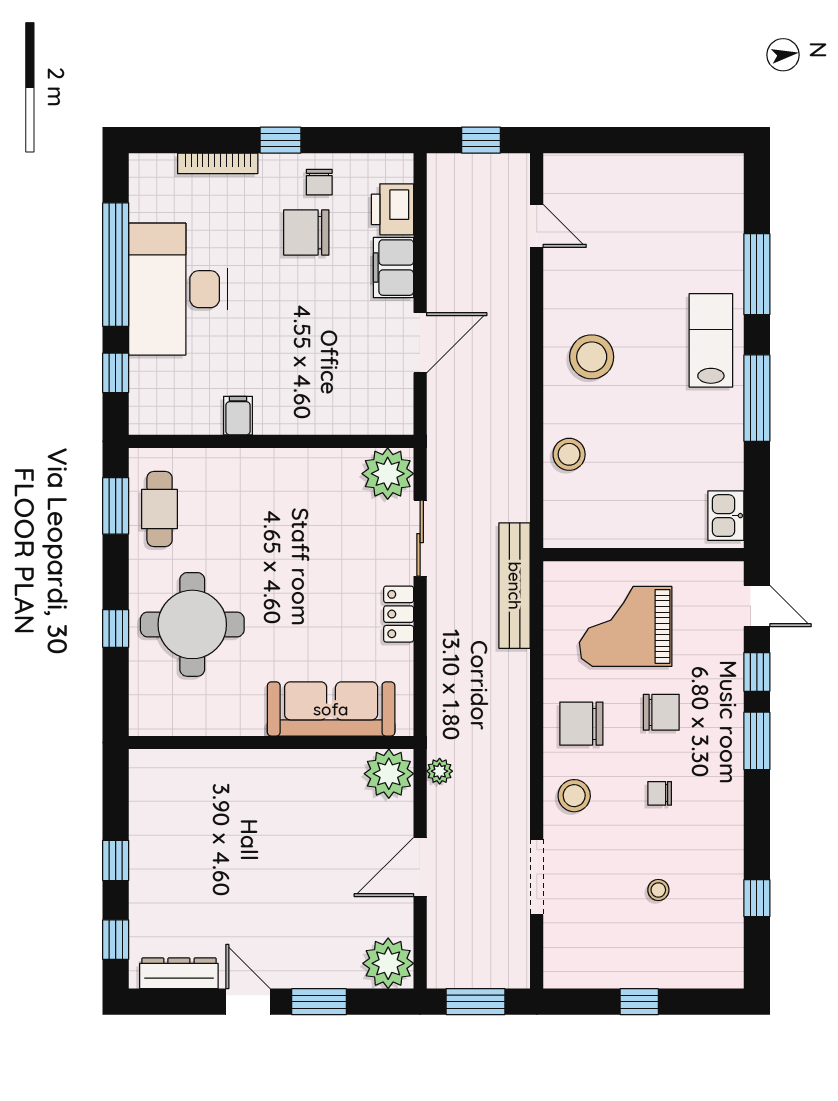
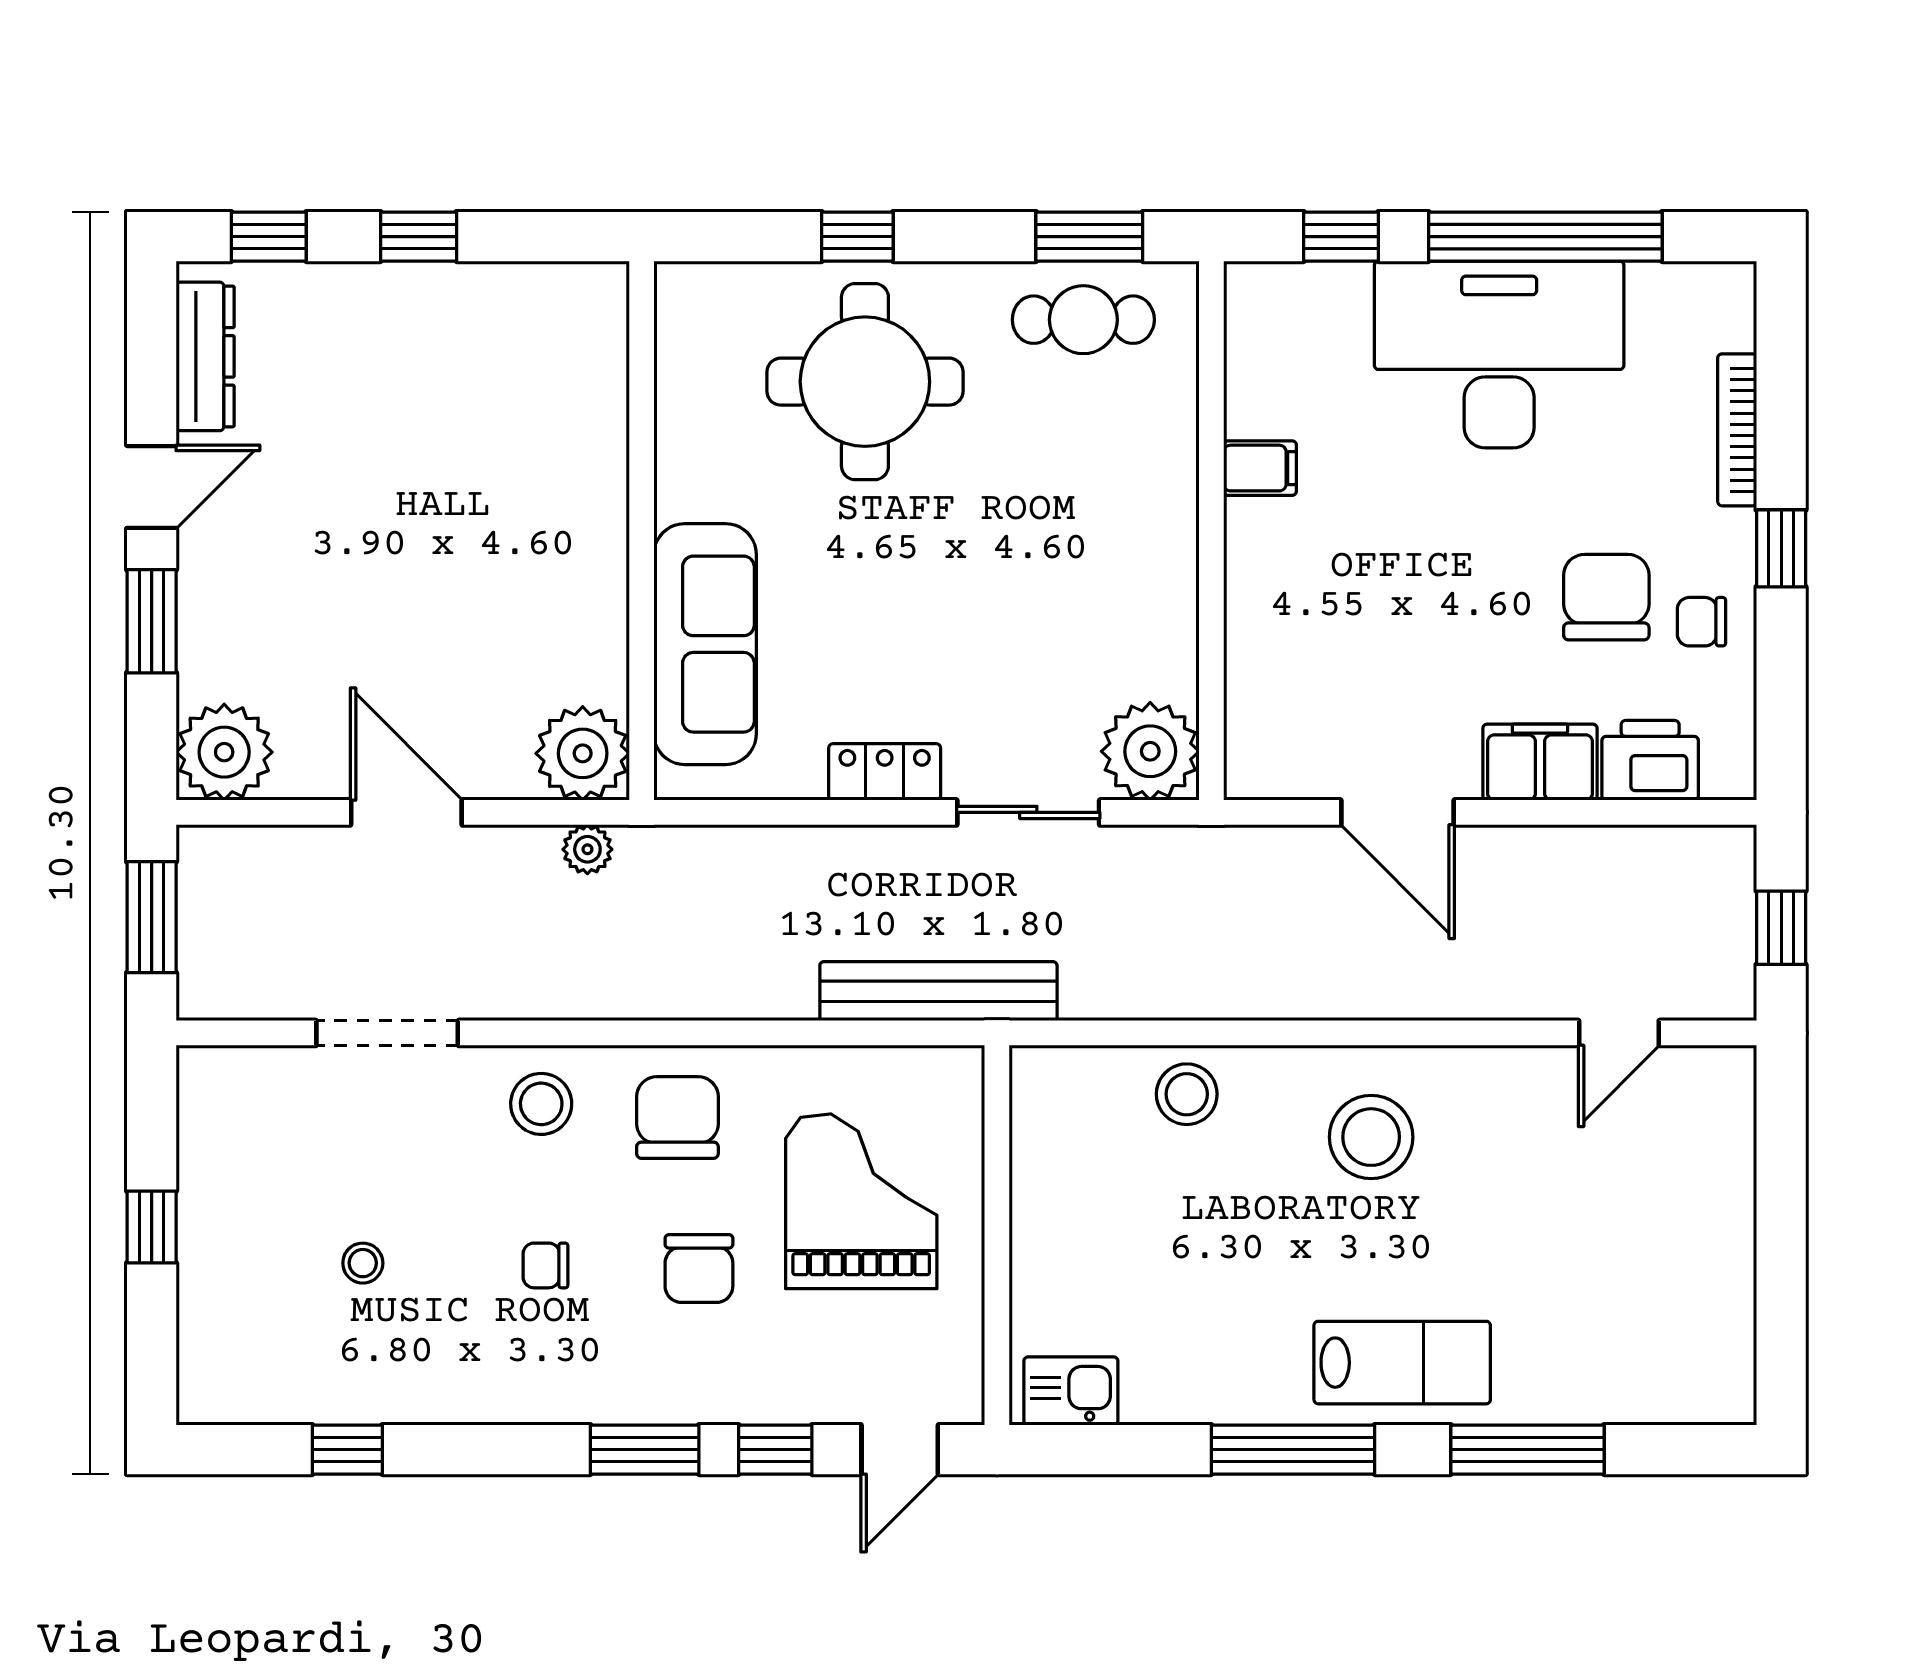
chair: (660, 793) -> (545, 1265), turned -90

